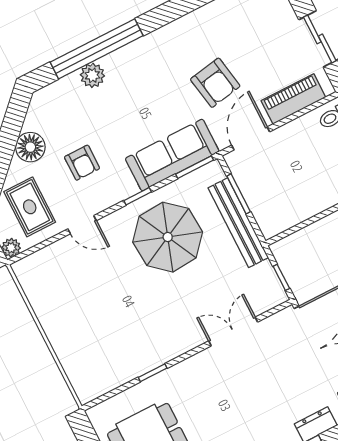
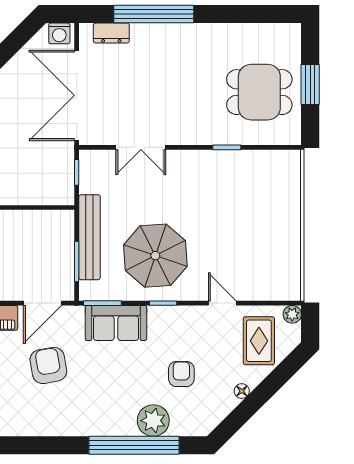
plant: (92, 75) -> (153, 421), width x1.36, depth x1.36
floor lamp: (30, 147) -> (242, 391), width x0.53, depth x0.53
sofa: (172, 155) -> (116, 323), width x0.73
armchair: (82, 163) -> (181, 374), moved

